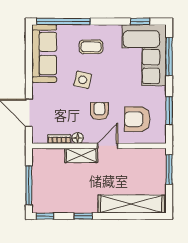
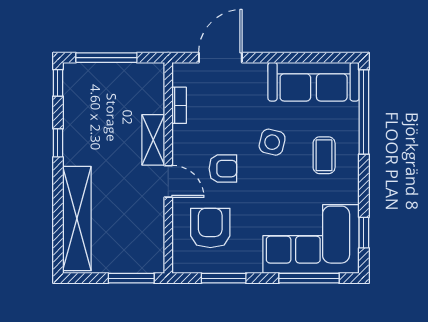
floor lamp: (78, 138) -> (181, 134), removed

